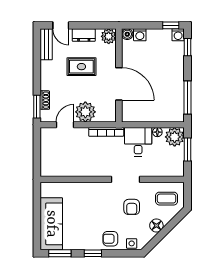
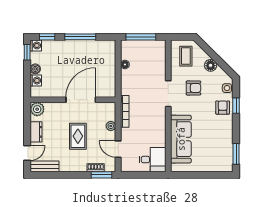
boiler: (127, 34) -> (35, 69), moved
rug: (81, 67) -> (78, 136), moved
window: (187, 97) -> (80, 37), moved
plant: (85, 112) -> (111, 126), width x0.53, depth x0.53
plant: (175, 137) -> (129, 49), removed
desk: (138, 142) -> (153, 160), moved, turned 180
window: (187, 149) -> (141, 37), width x1.44
sofa: (51, 224) -> (181, 139), moved, turned 90
armchair: (110, 239) -> (223, 108), turned 180
window: (93, 253) -> (236, 106), moved

